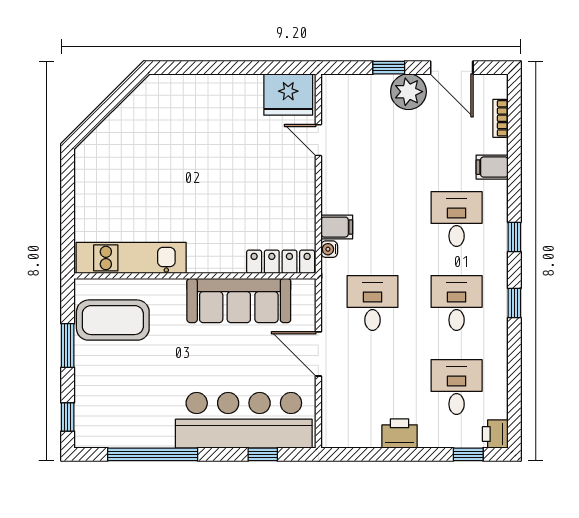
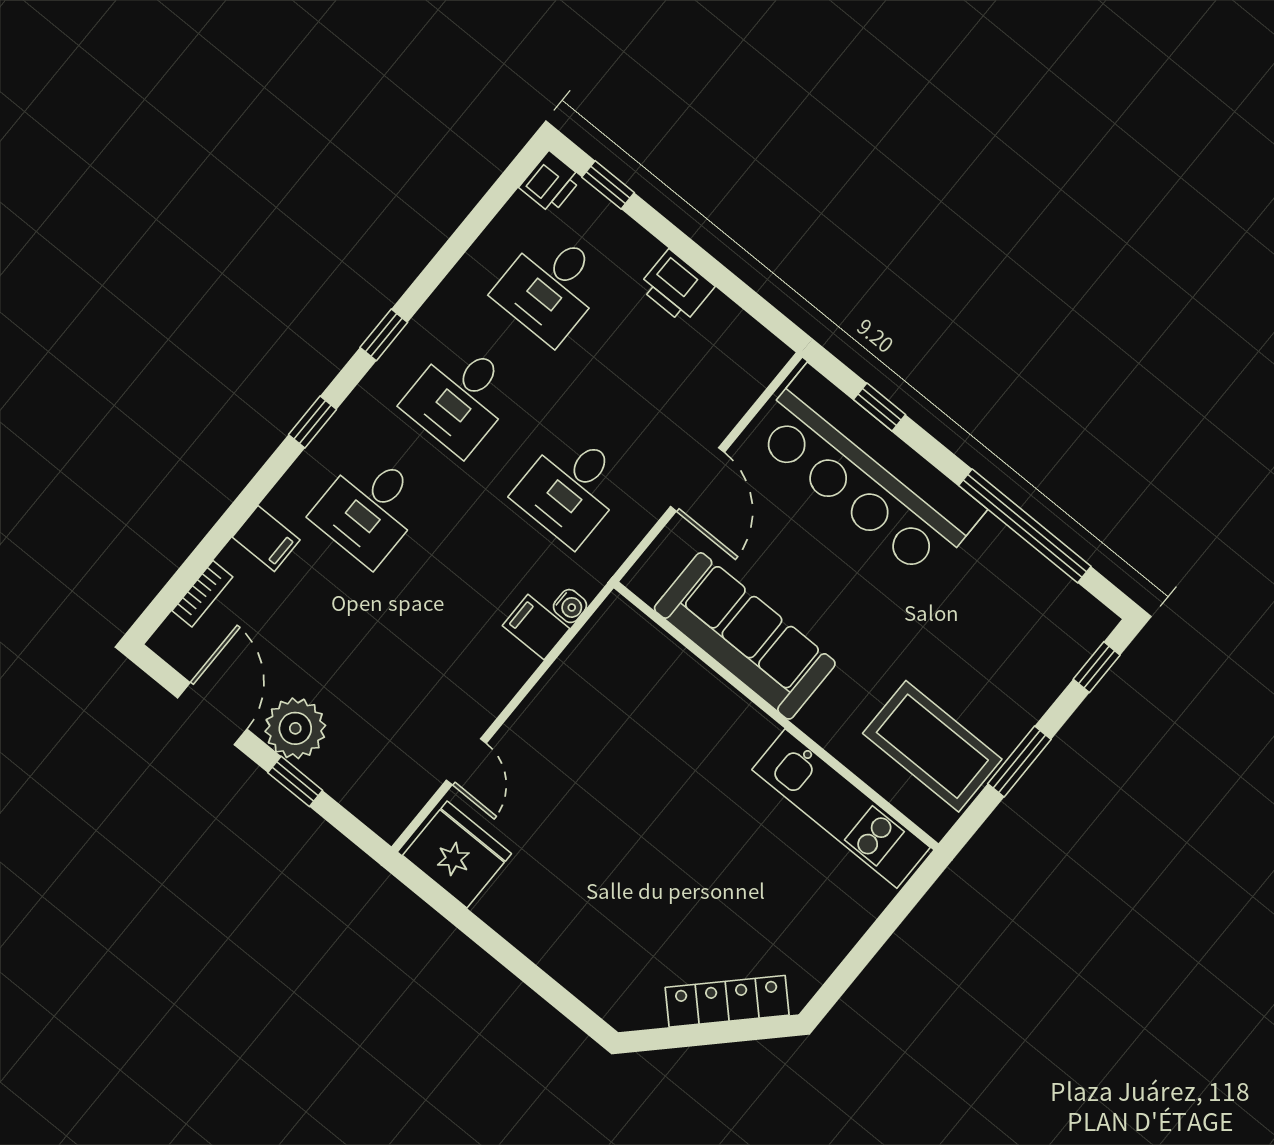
locker: (281, 262) -> (727, 1001), moved, turned 135

